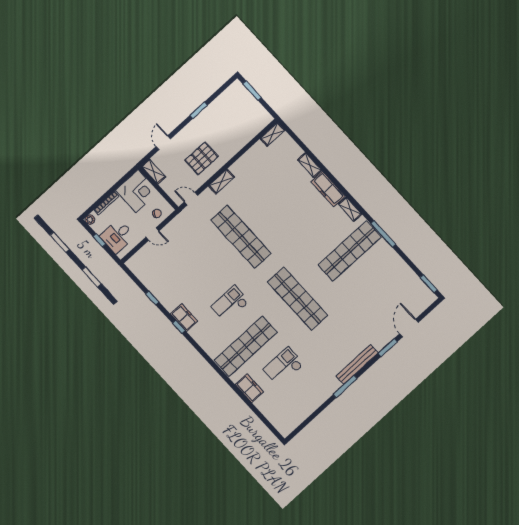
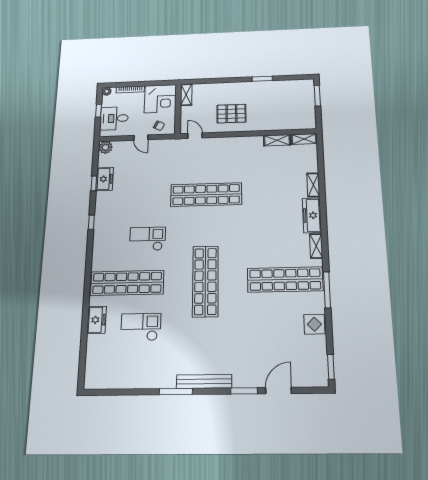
door: (163, 143) -> (214, 81), removed
shelving: (221, 182) -> (277, 140), moved
shop shelf: (241, 237) -> (206, 195), turned 90
plant: (133, 264) -> (105, 147), added
display table: (395, 265) -> (314, 324), added
freezer: (184, 317) -> (105, 179), moved

